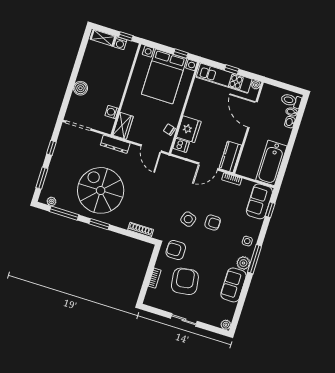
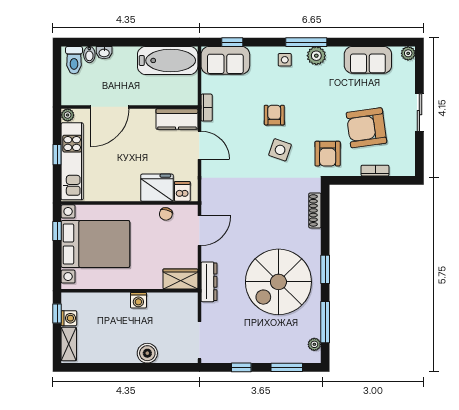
washing machine: (112, 112) -> (138, 300), moved
sofa: (233, 285) -> (368, 60), moved

